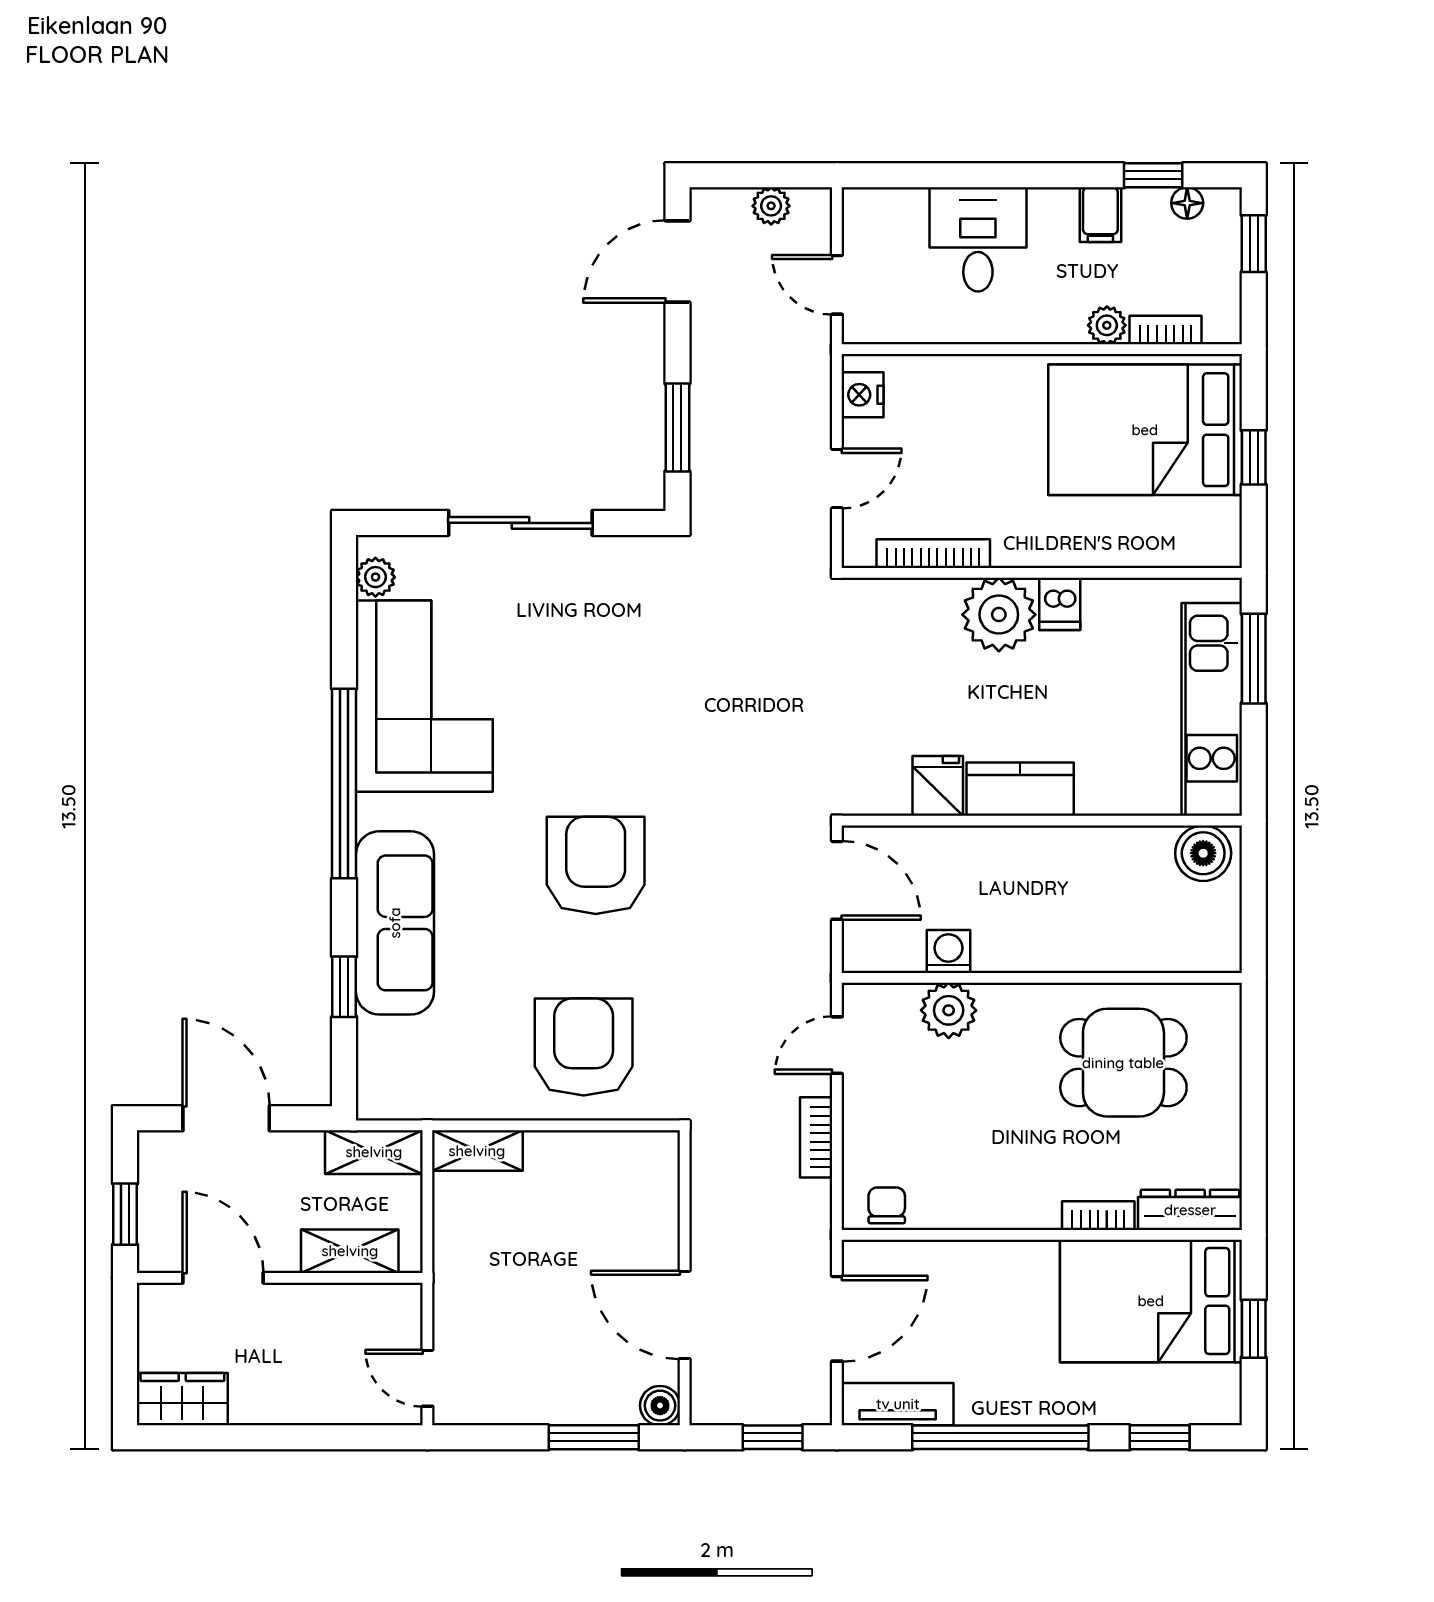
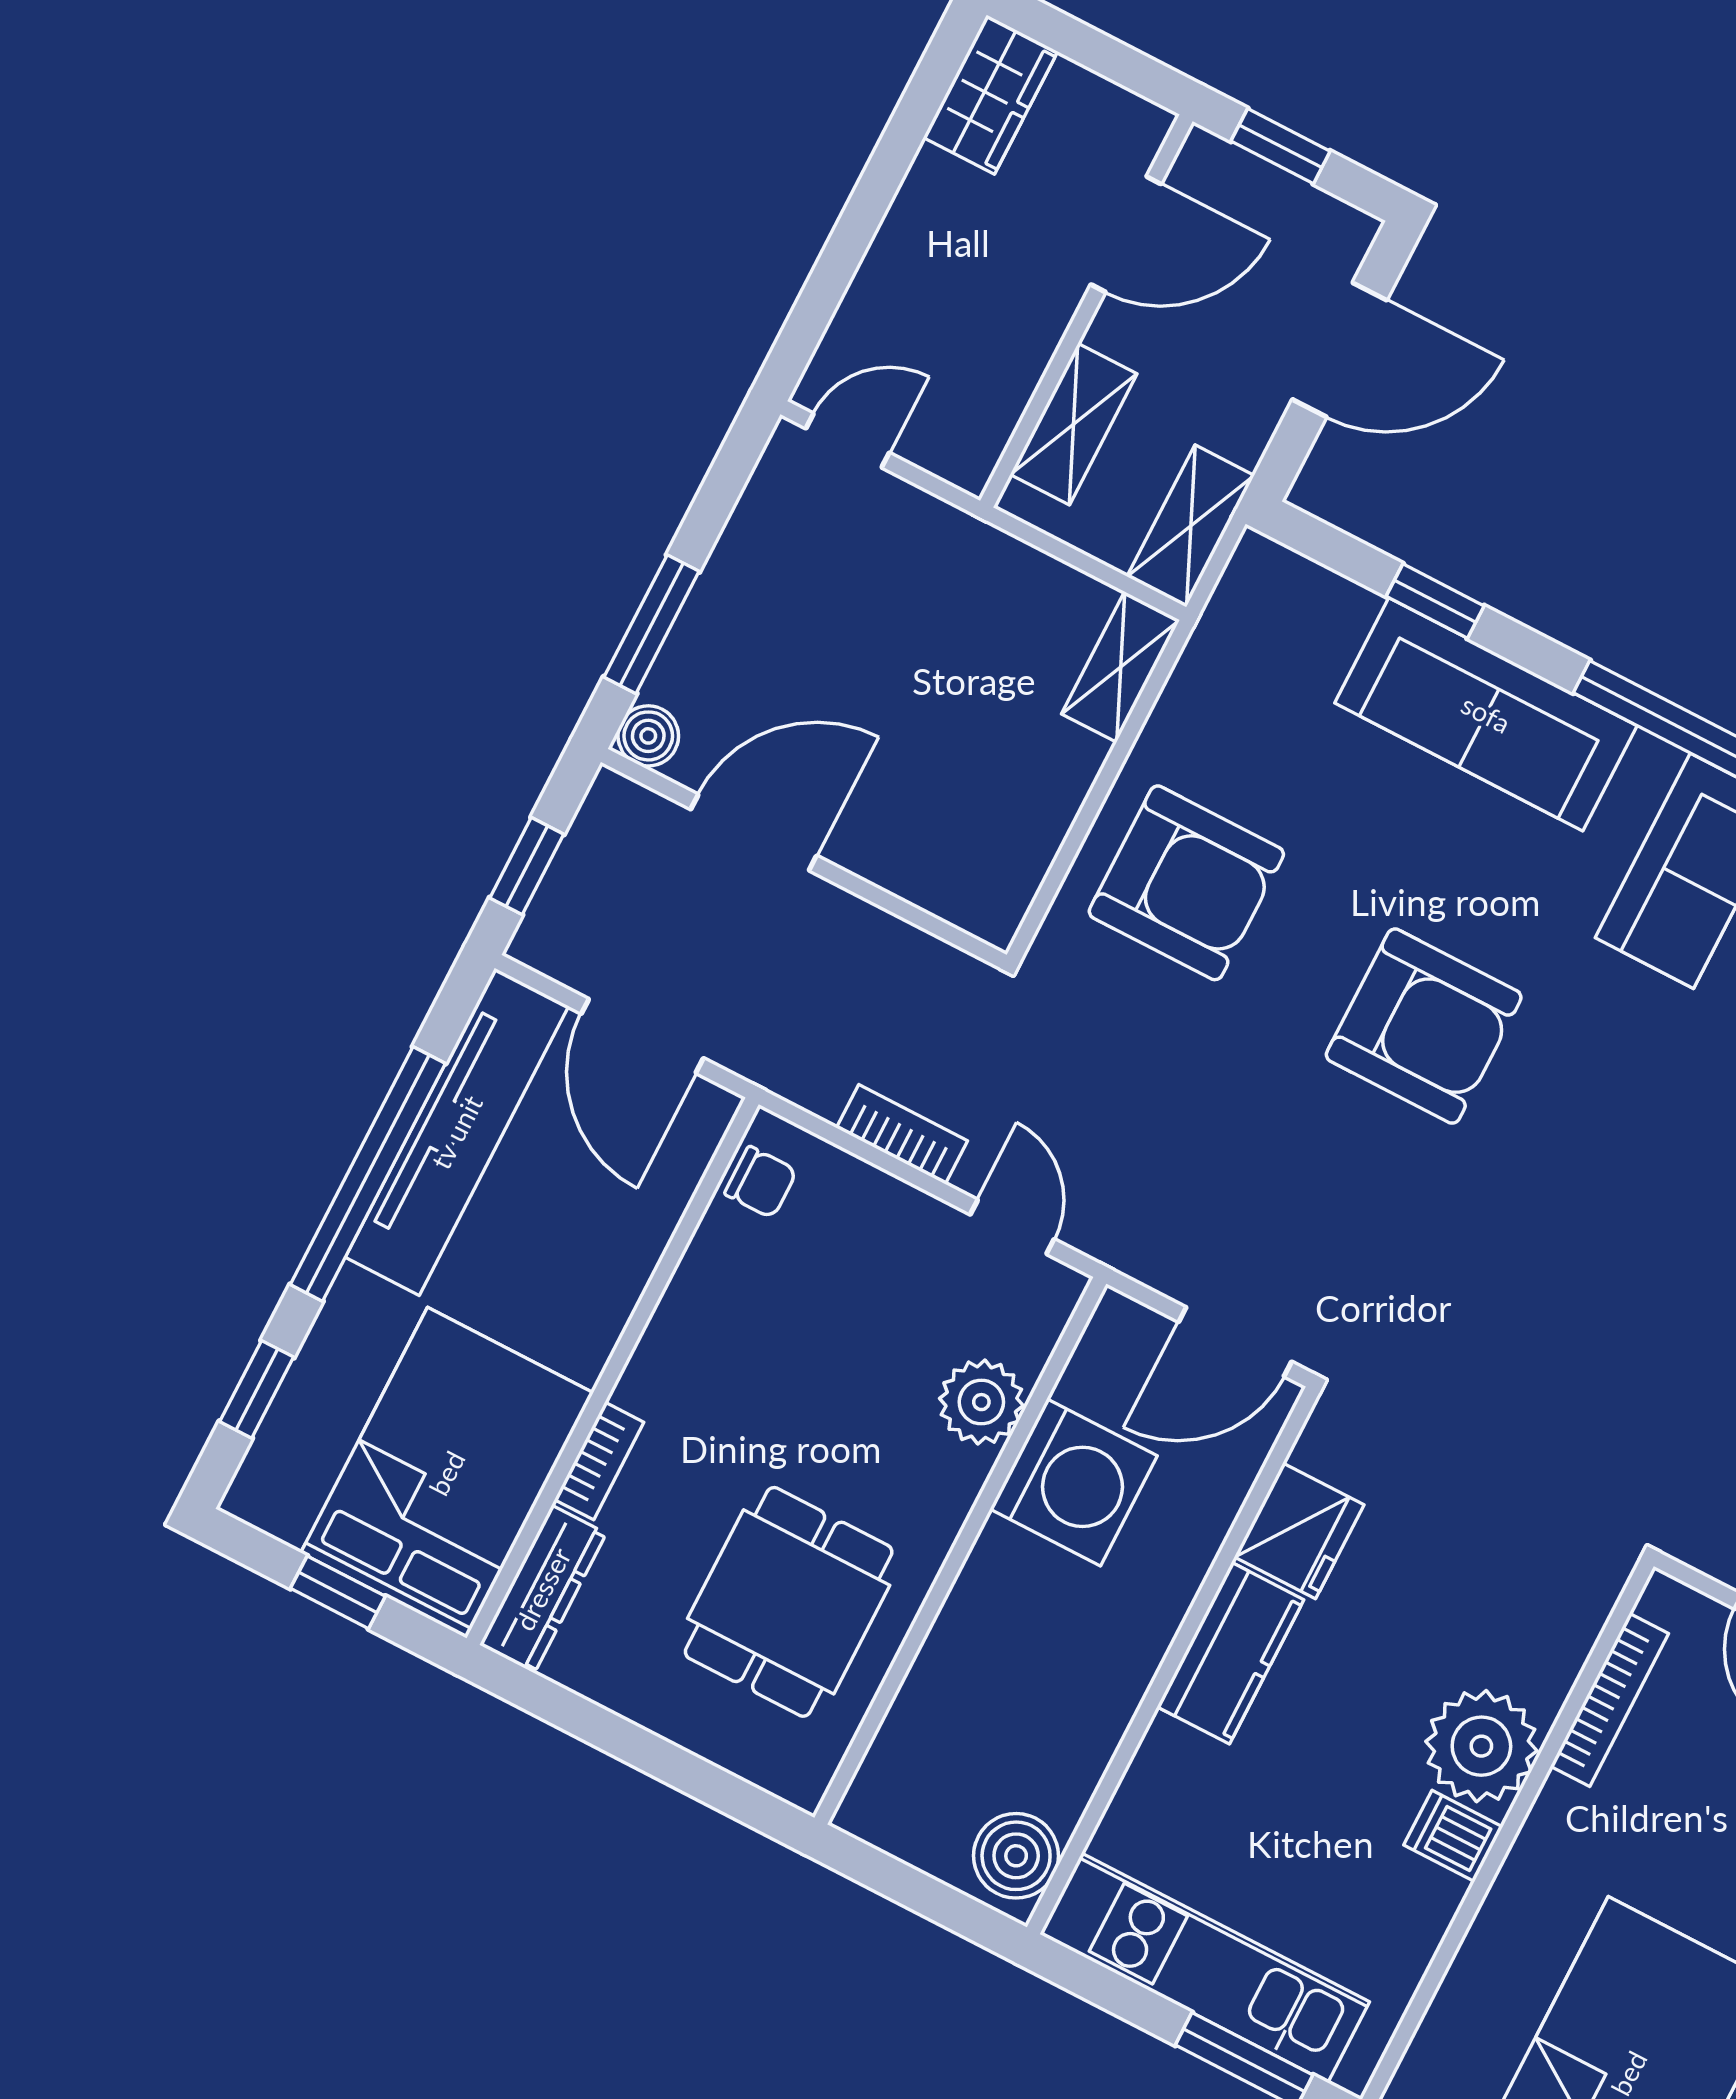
fridge: (938, 786) -> (1299, 1531), width x1.38
washing machine: (948, 951) -> (1074, 1482), width x1.89, depth x1.89
tv unit: (898, 1404) -> (457, 1132), width x1.92, depth x1.29

